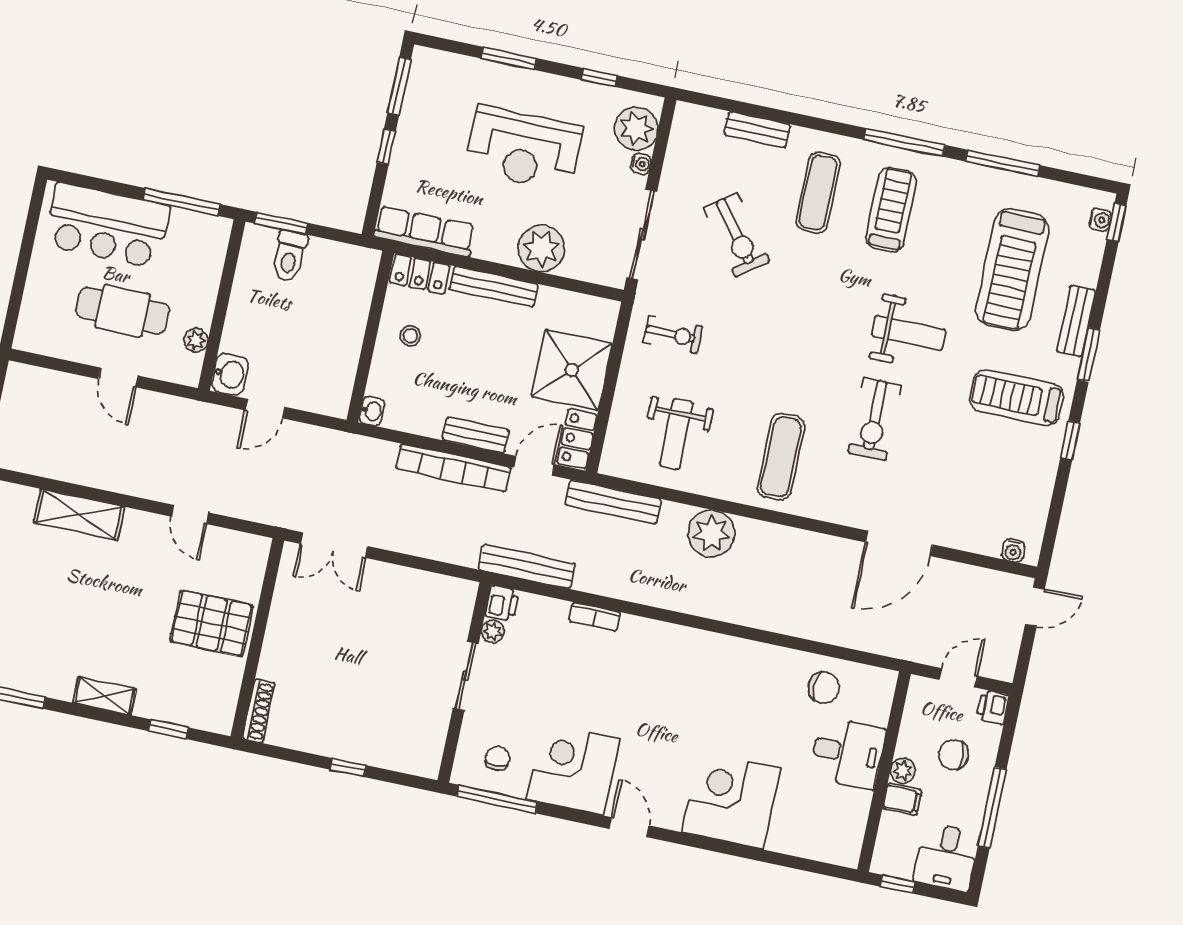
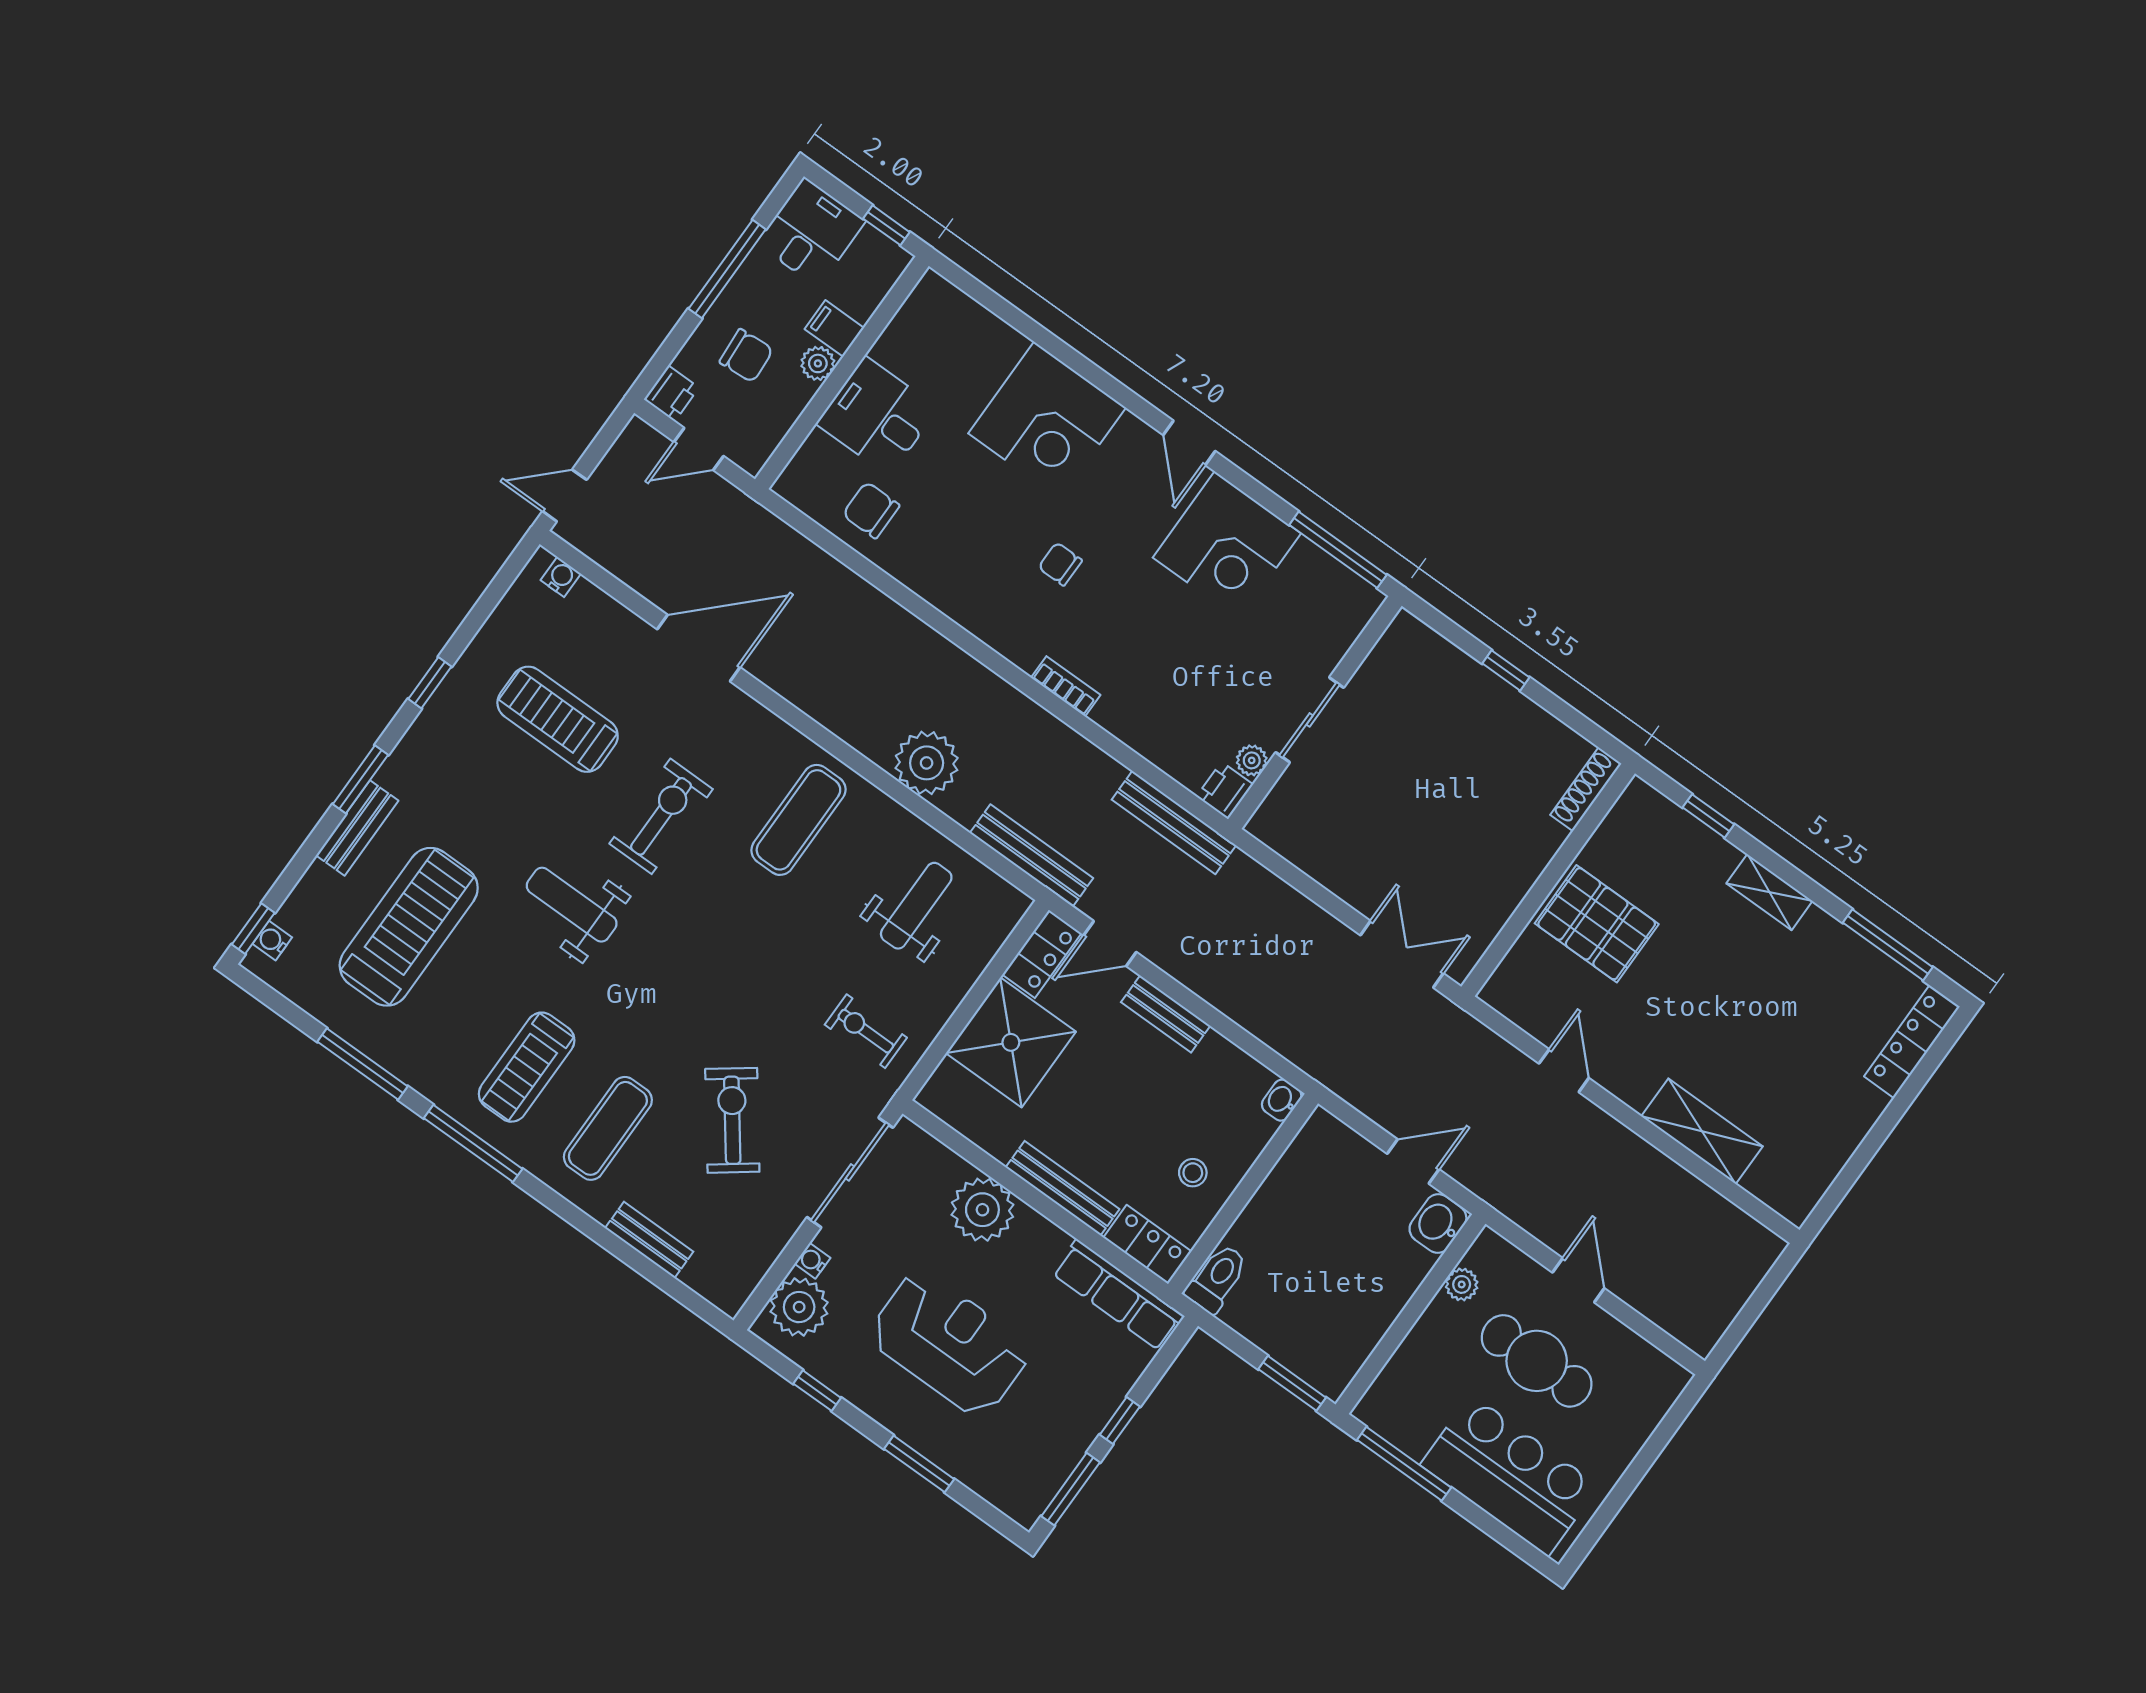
toilet: (289, 256) -> (1217, 1278), moved
treadmill: (1017, 398) -> (558, 719), moved, turned 180
bookcase: (453, 468) -> (1211, 985), removed
bookcase: (595, 617) -> (1066, 686), moved
chair: (498, 758) -> (1060, 564), moved, turned 90

